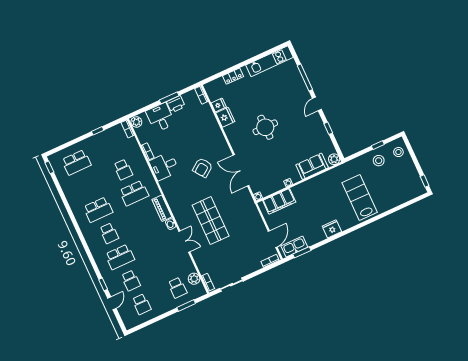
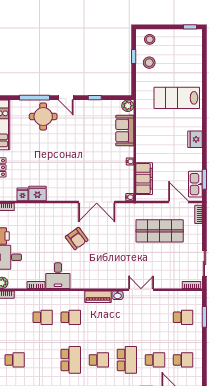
round table: (265, 127) -> (43, 116), moved
school desk: (76, 162) -> (15, 360), width x0.54
school desk: (134, 193) -> (71, 317), width x0.54
shop shelf: (211, 221) -> (160, 231), moved
plant: (194, 279) -> (182, 297), removed

